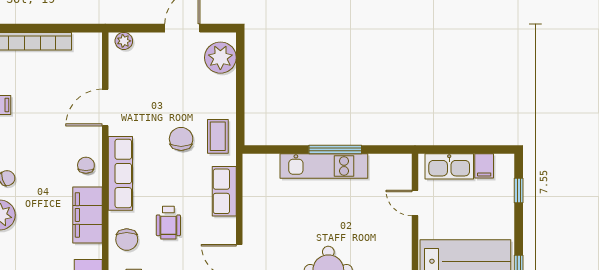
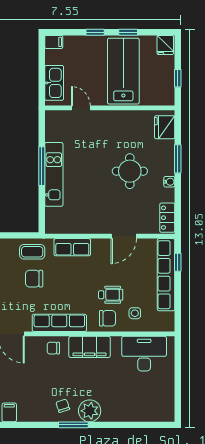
filing cabinet: (484, 166) -> (54, 42), moved
window: (519, 191) -> (95, 32), moved
door: (415, 203) -> (81, 108), swing flipped
wheelchair: (168, 223) -> (111, 295), moved

